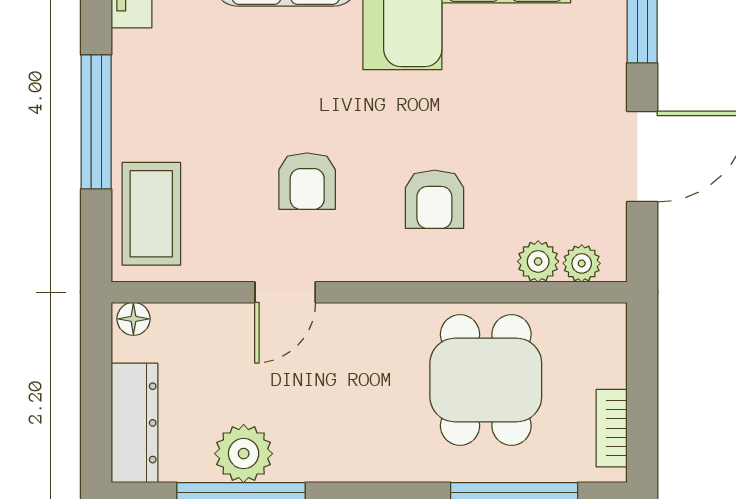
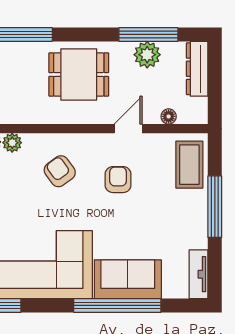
armchair: (434, 199) -> (60, 171), turned -36
floor lamp: (133, 319) -> (169, 116), moved
dining table: (486, 380) -> (79, 74), moved, turned 90

